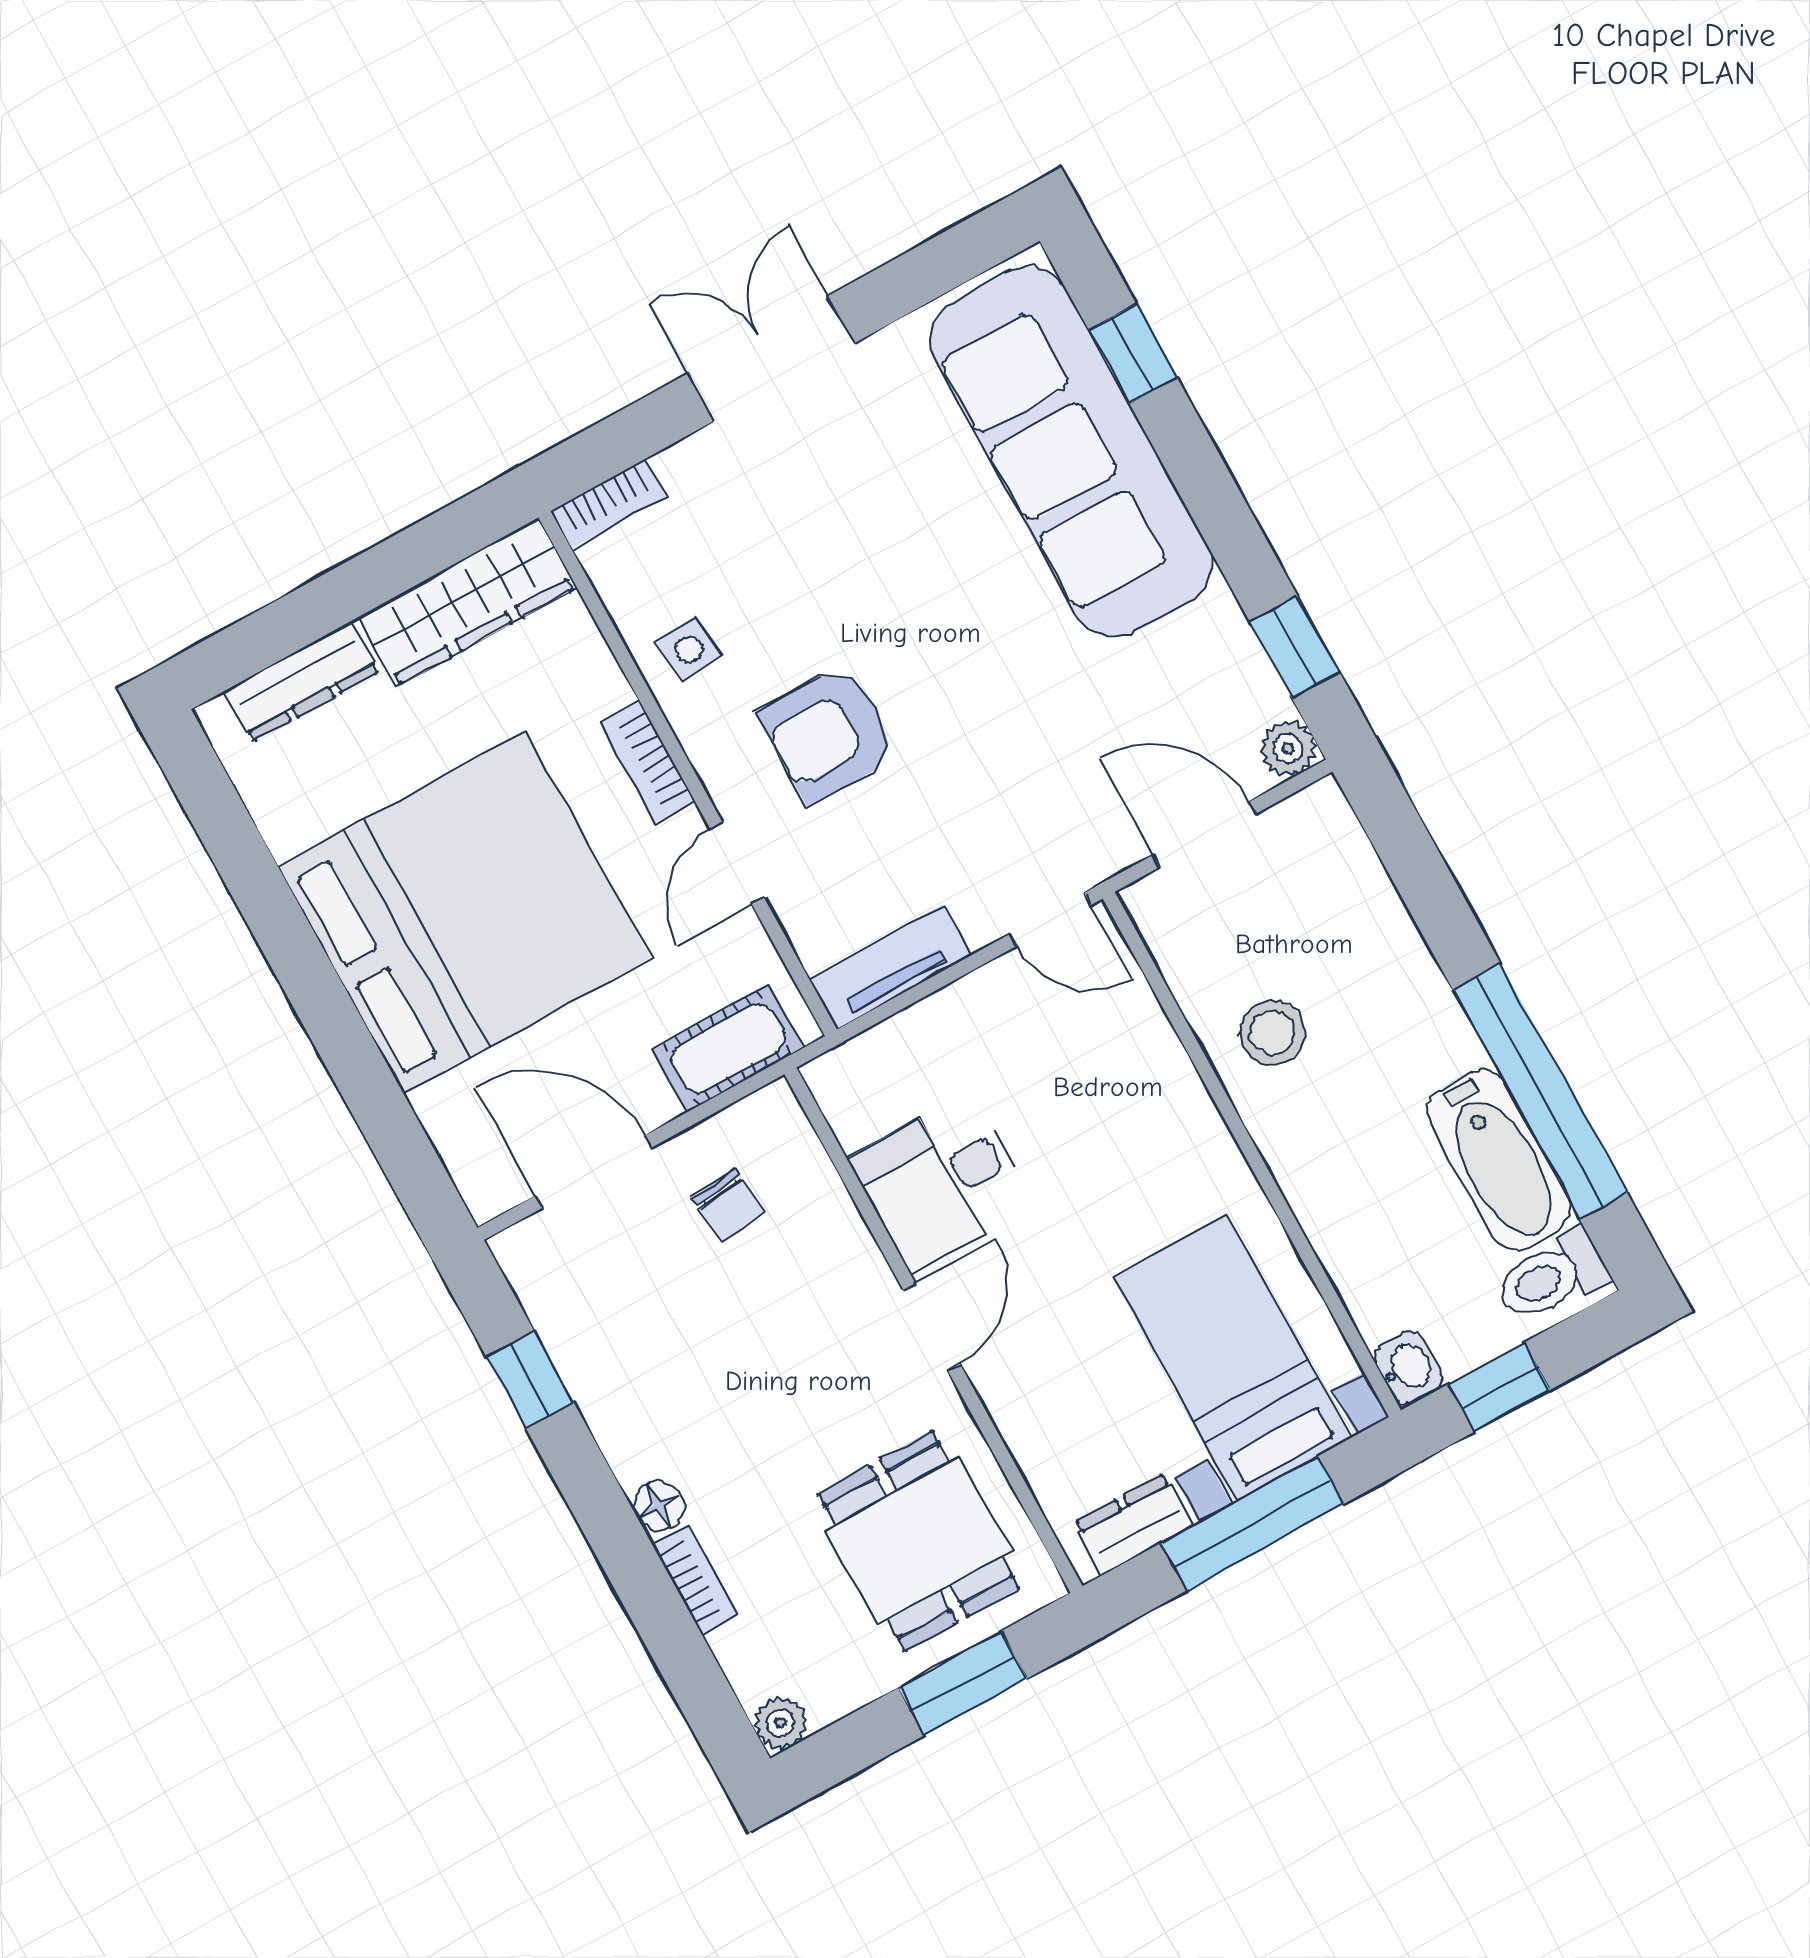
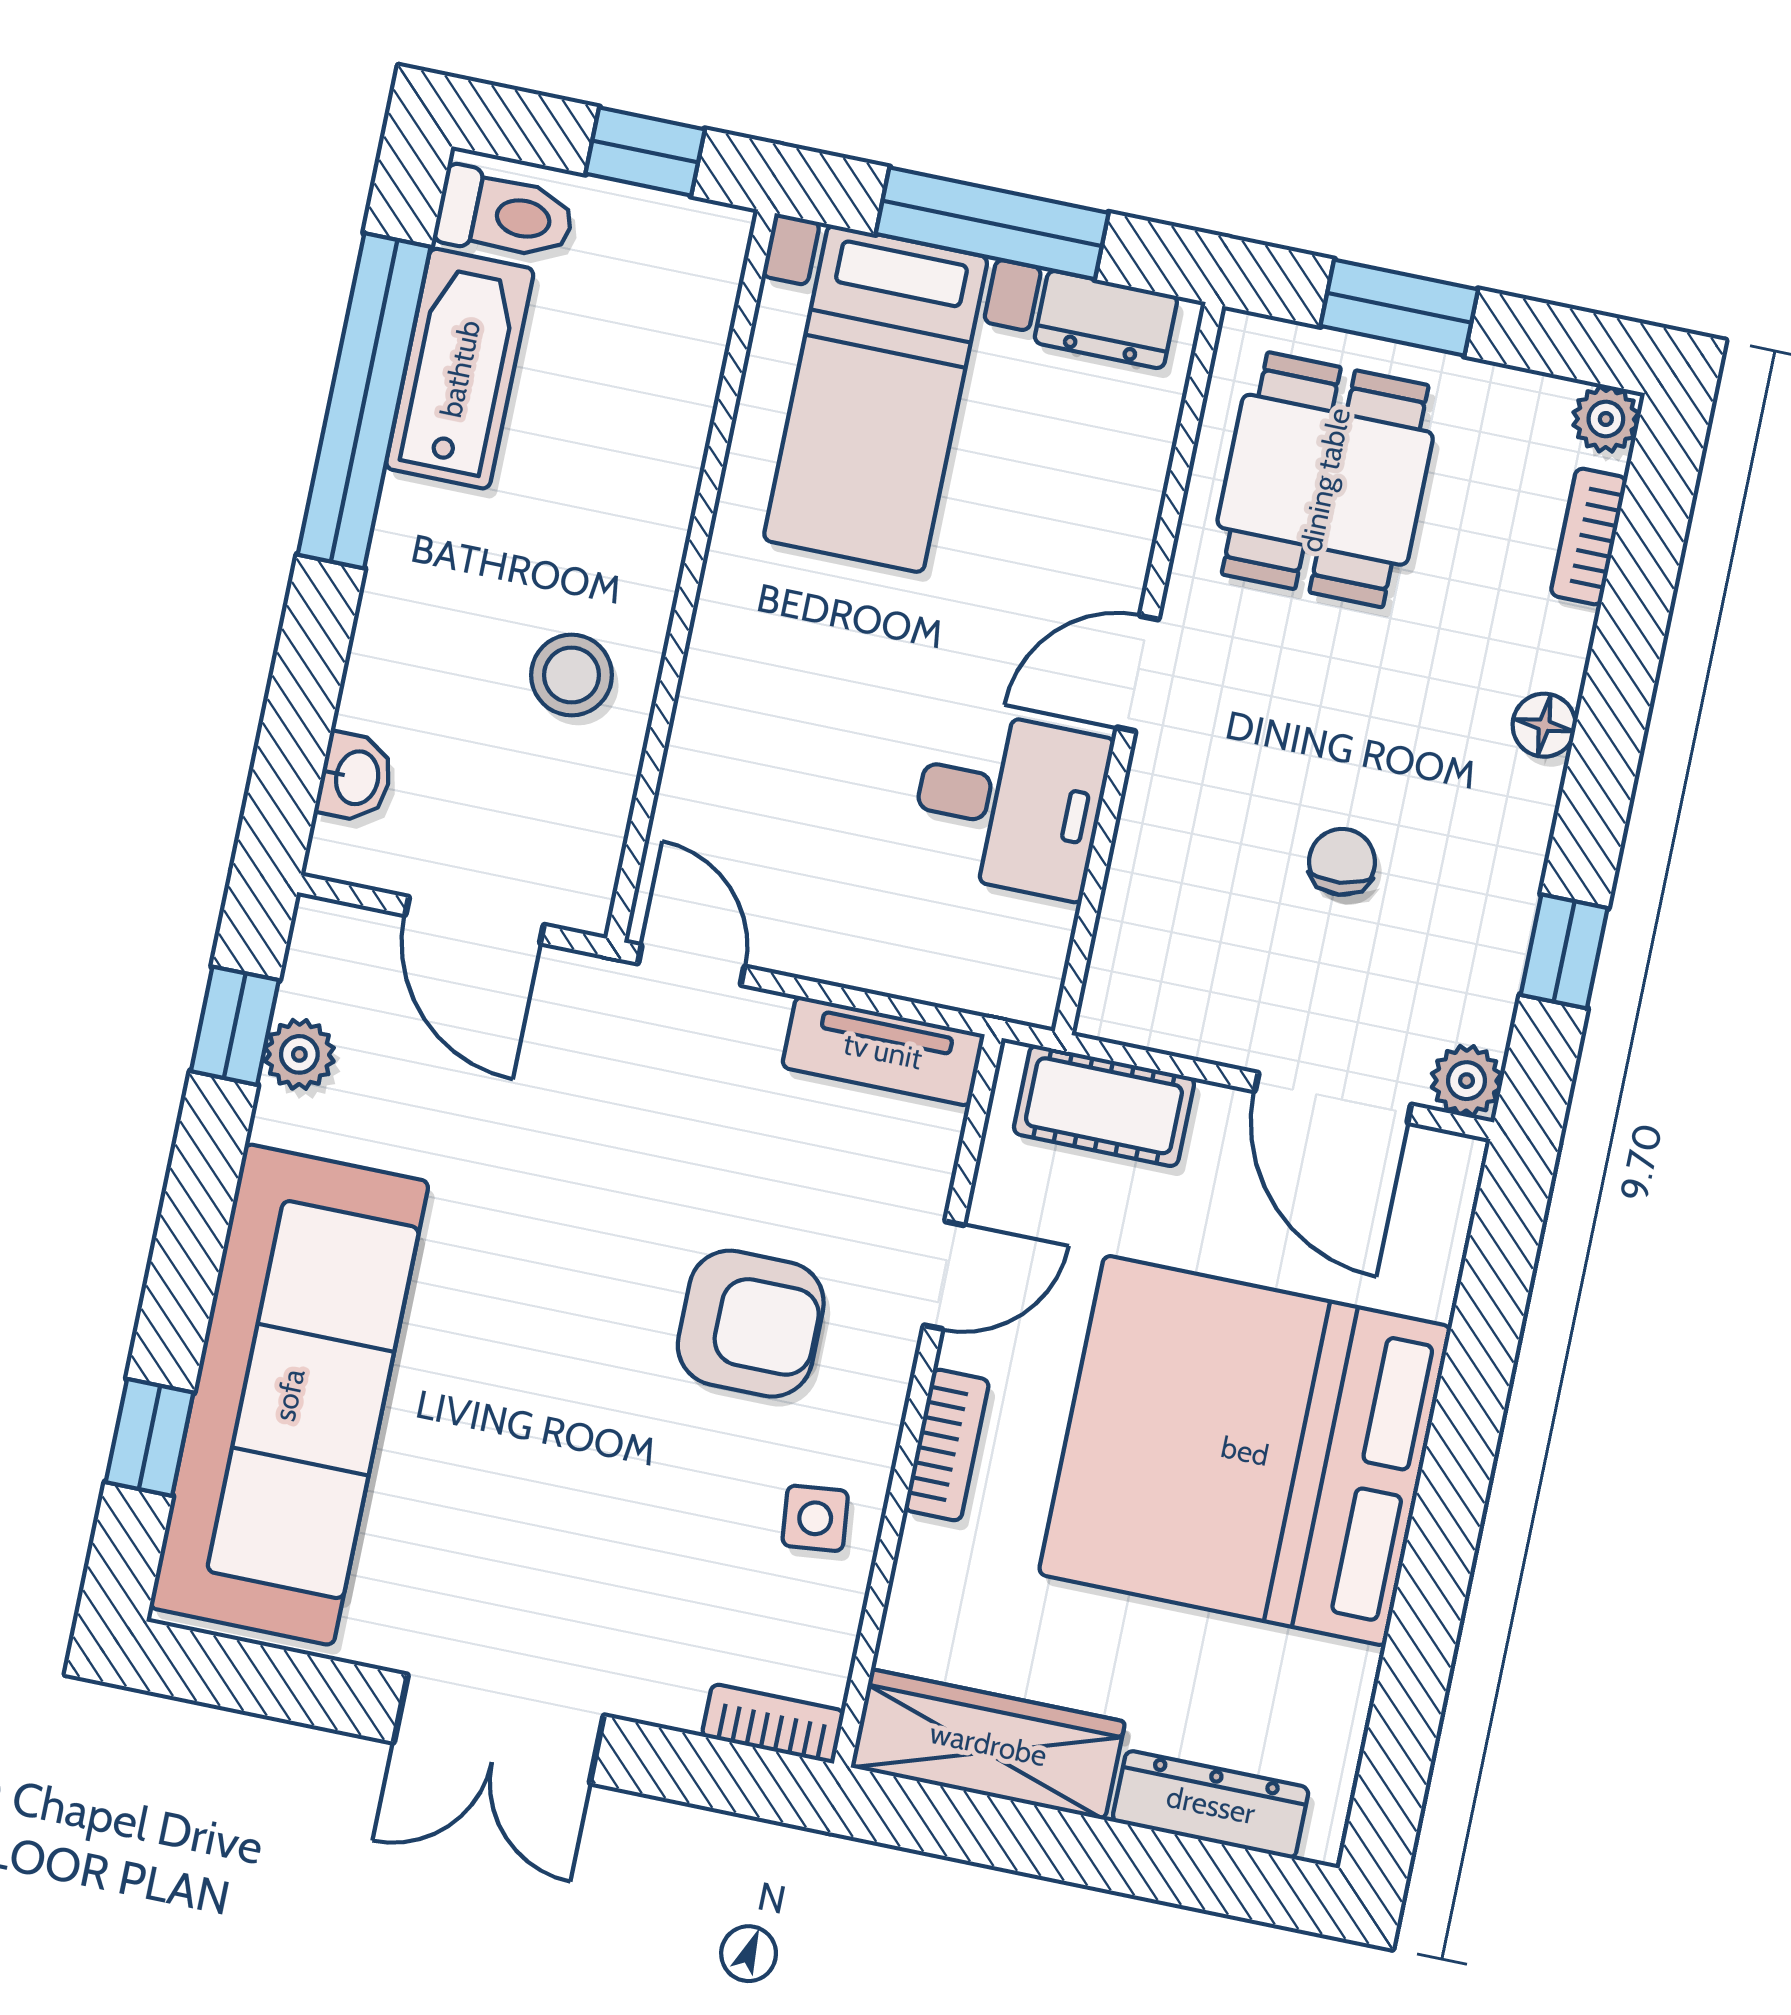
plant: (1288, 749) -> (299, 1054), moved
chair: (728, 1205) -> (1342, 862), moved
plant: (522, 1251) -> (1467, 1081), added
washbasin: (1408, 1368) -> (355, 777), moved, turned 180
bookcase: (695, 1580) -> (1589, 536), moved

